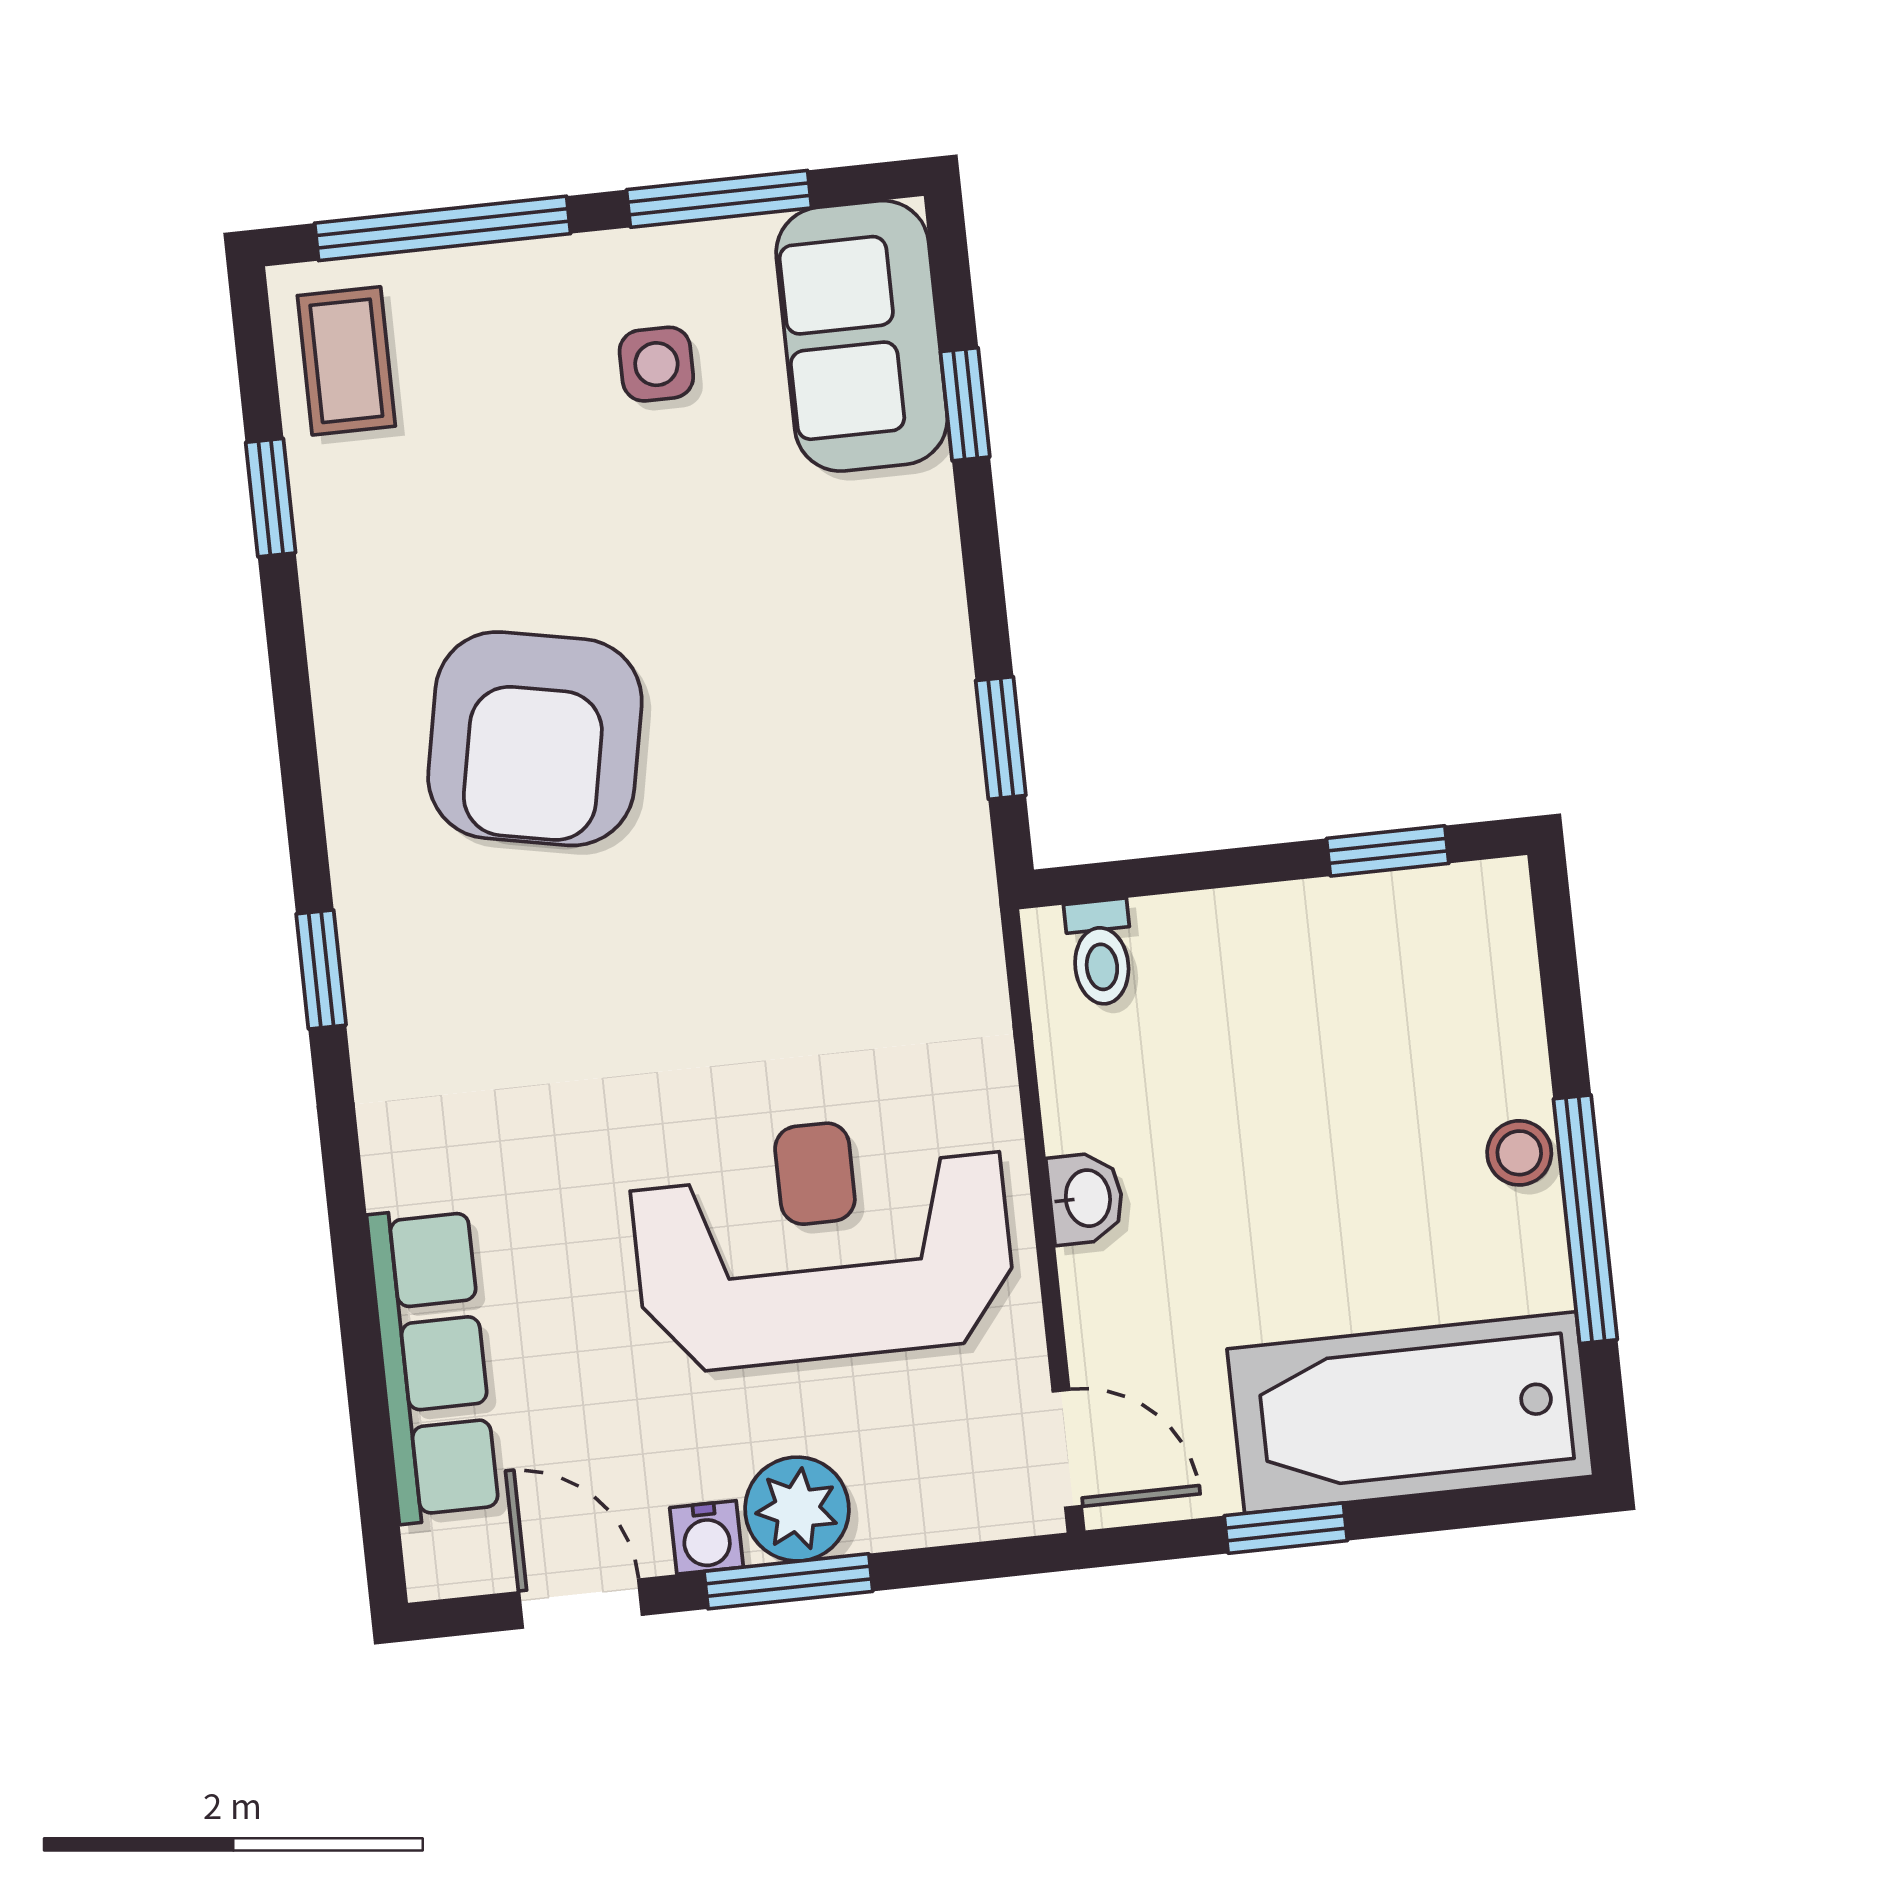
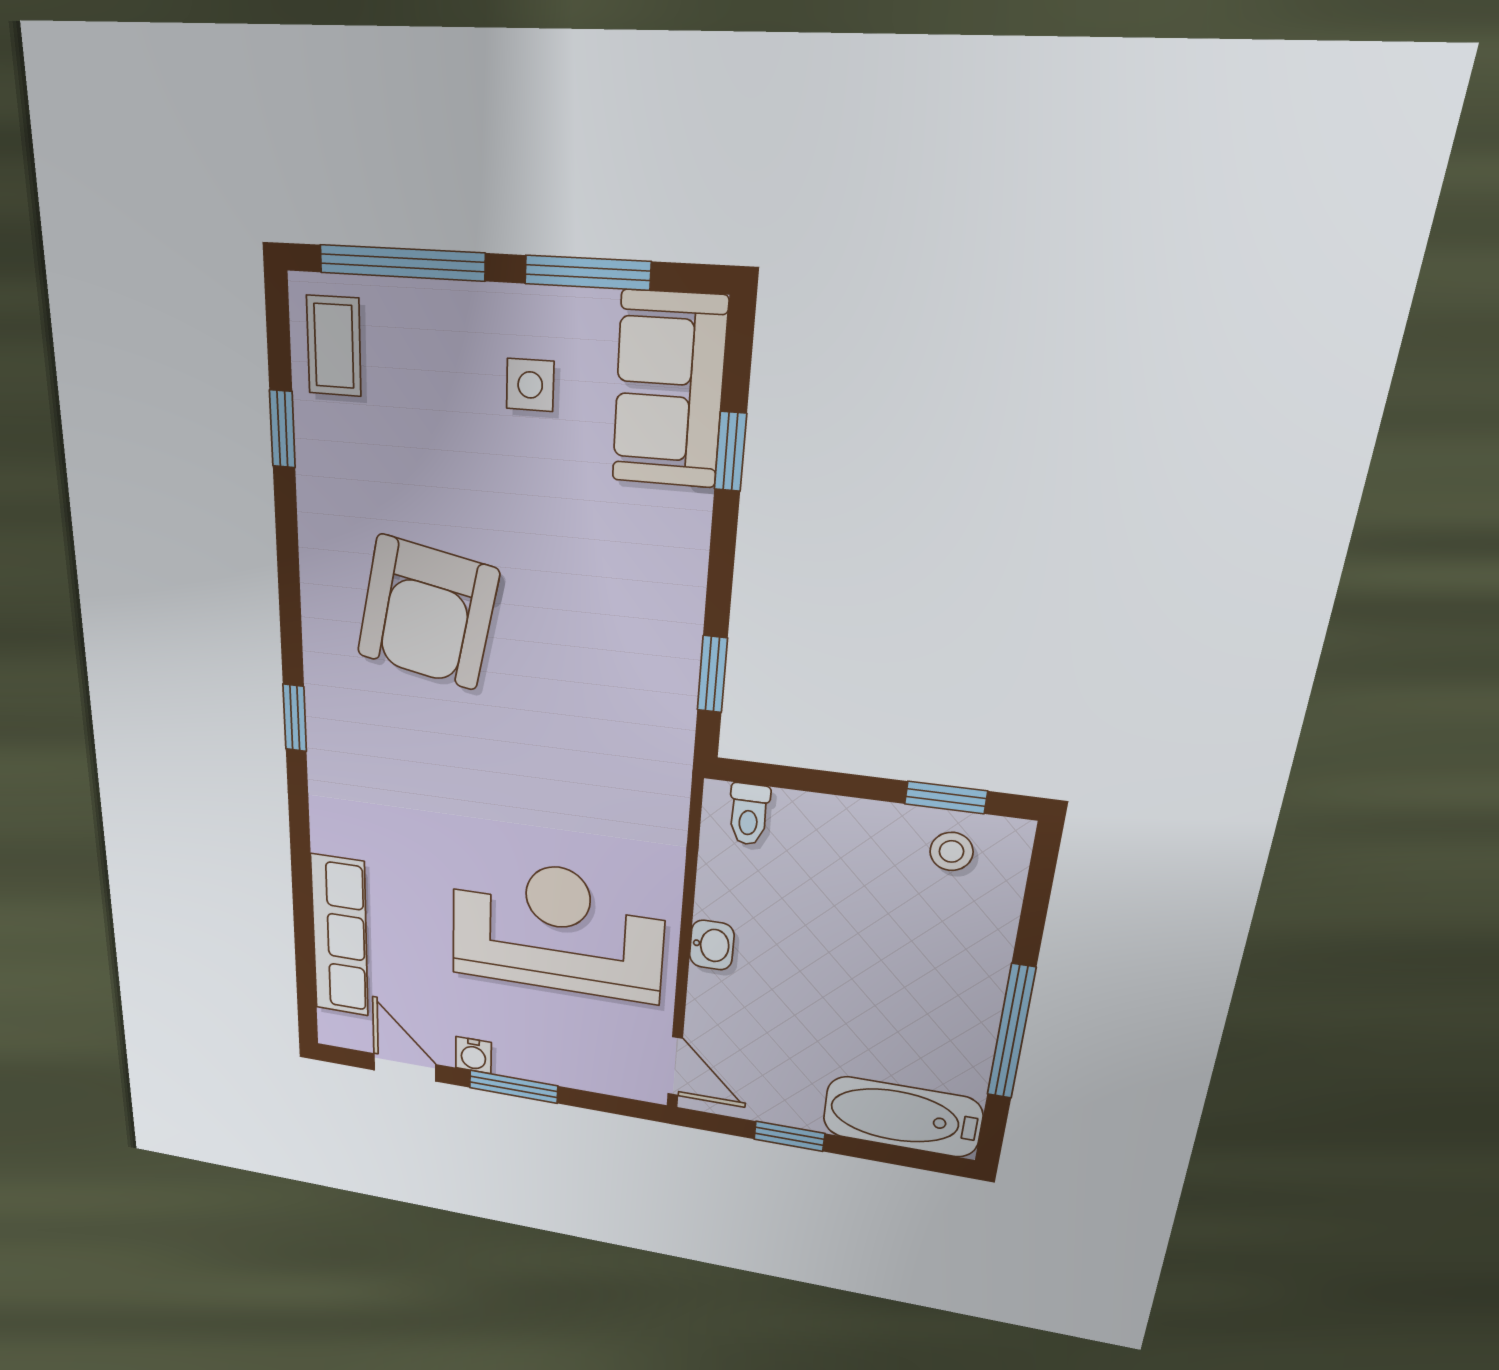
stool: (1519, 1153) -> (951, 851), moved
bathtub: (1410, 1413) -> (902, 1117), width x0.73, depth x0.73
plant: (797, 1509) -> (523, 1055), removed

